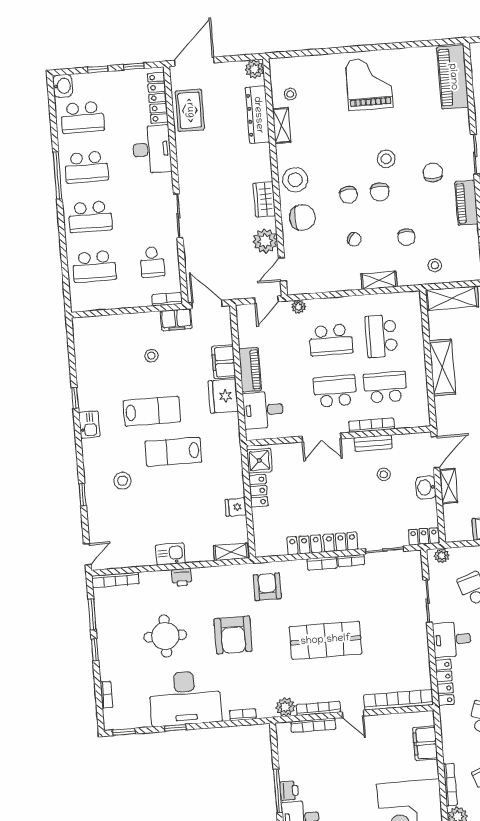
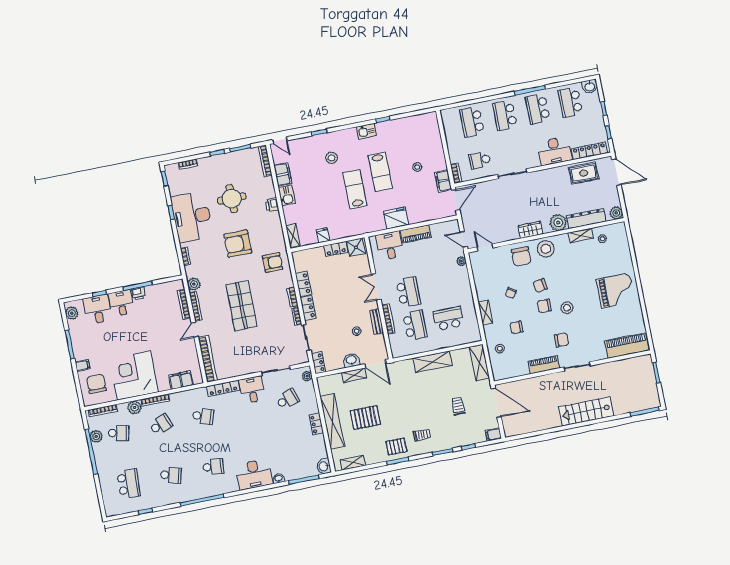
plant: (265, 241) -> (558, 223), moved
school desk: (331, 340) -> (442, 285), removed
filing cabinet: (224, 362) -> (283, 174), moved, turned 90

